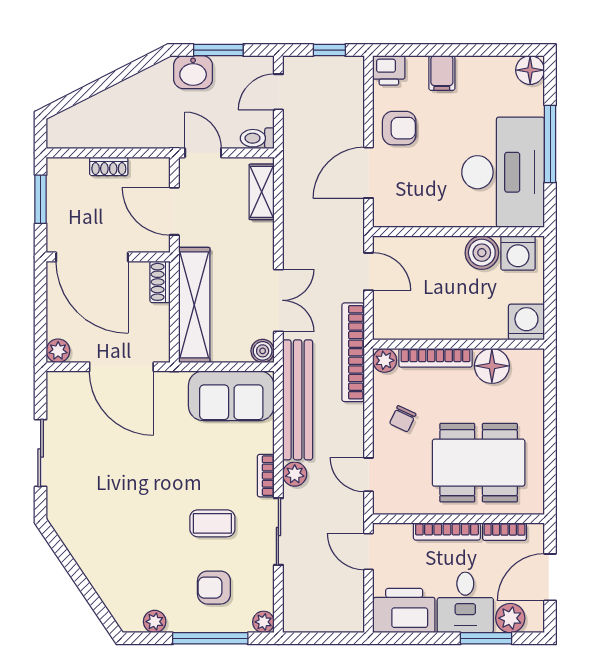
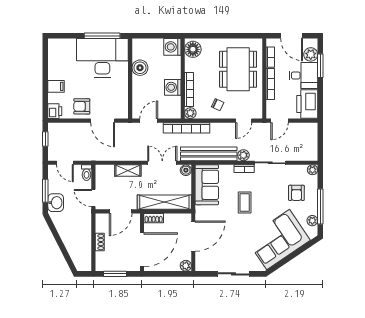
floor lamp: (530, 70) -> (55, 45), removed
armchair: (399, 128) -> (82, 106), turned -90
window: (550, 144) -> (102, 36), moved
door: (203, 153) -> (93, 198), hinge flipped
shelving: (262, 192) -> (128, 171), moved
washing machine: (518, 253) -> (173, 87), moved, turned 180
floor lamp: (492, 366) -> (193, 49), moved
coffee table: (212, 523) -> (245, 202), moved
corner sofa: (114, 548) -> (278, 239), added
window: (210, 638) -> (320, 206), moved

